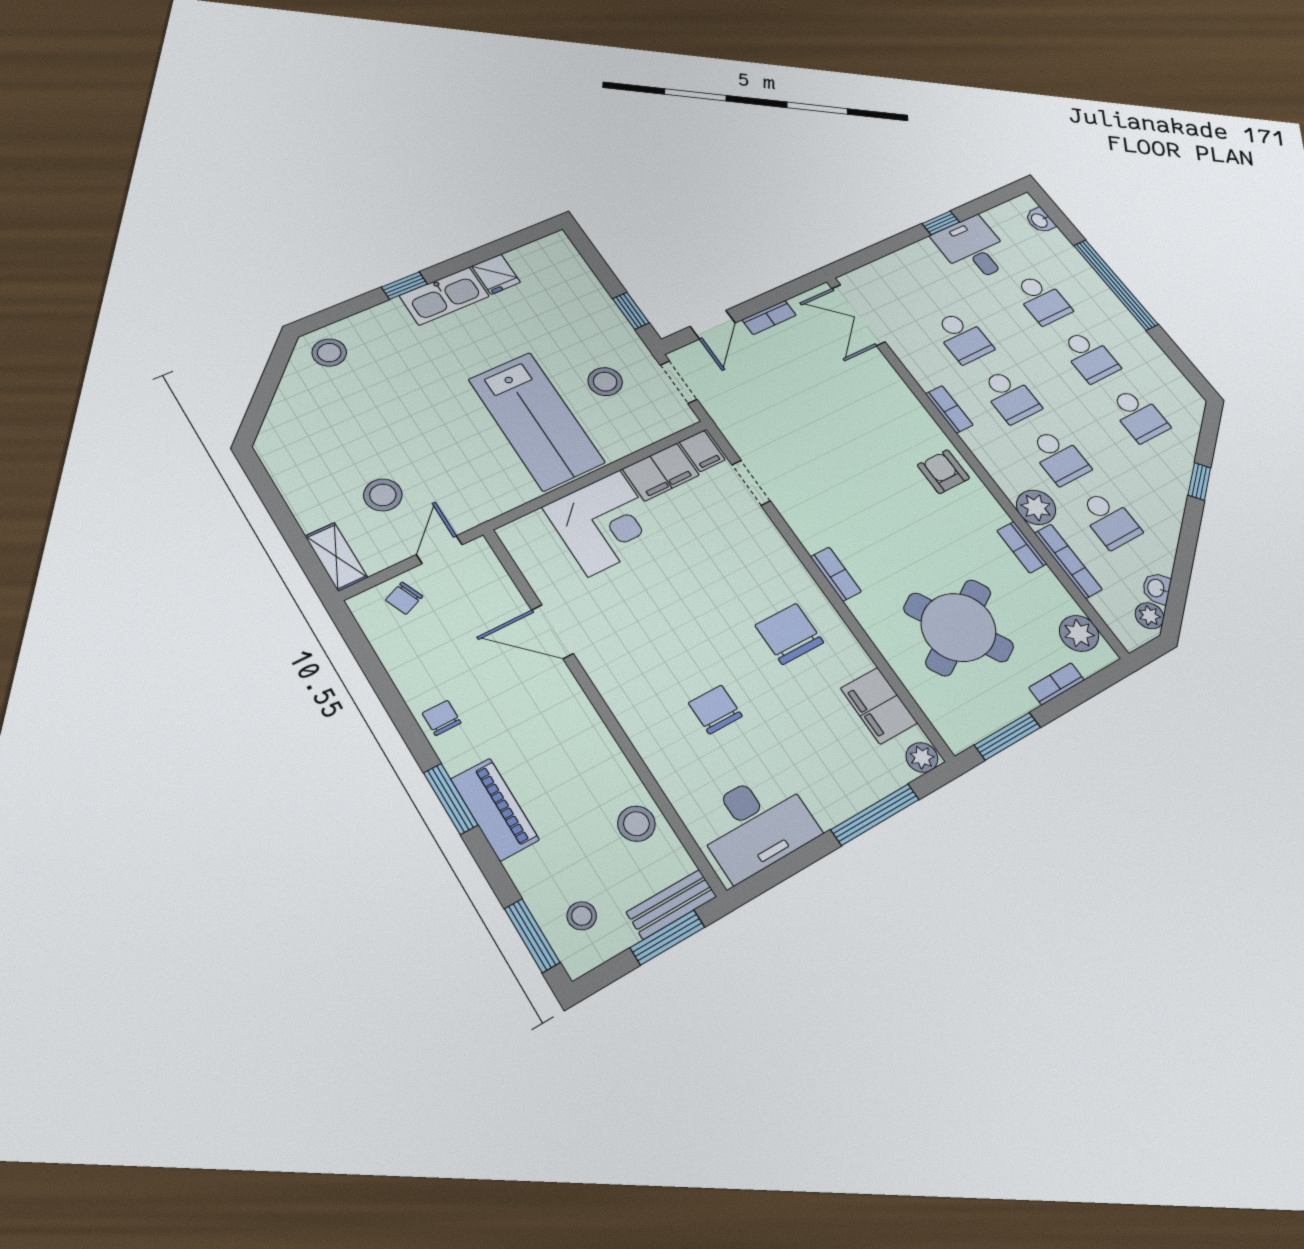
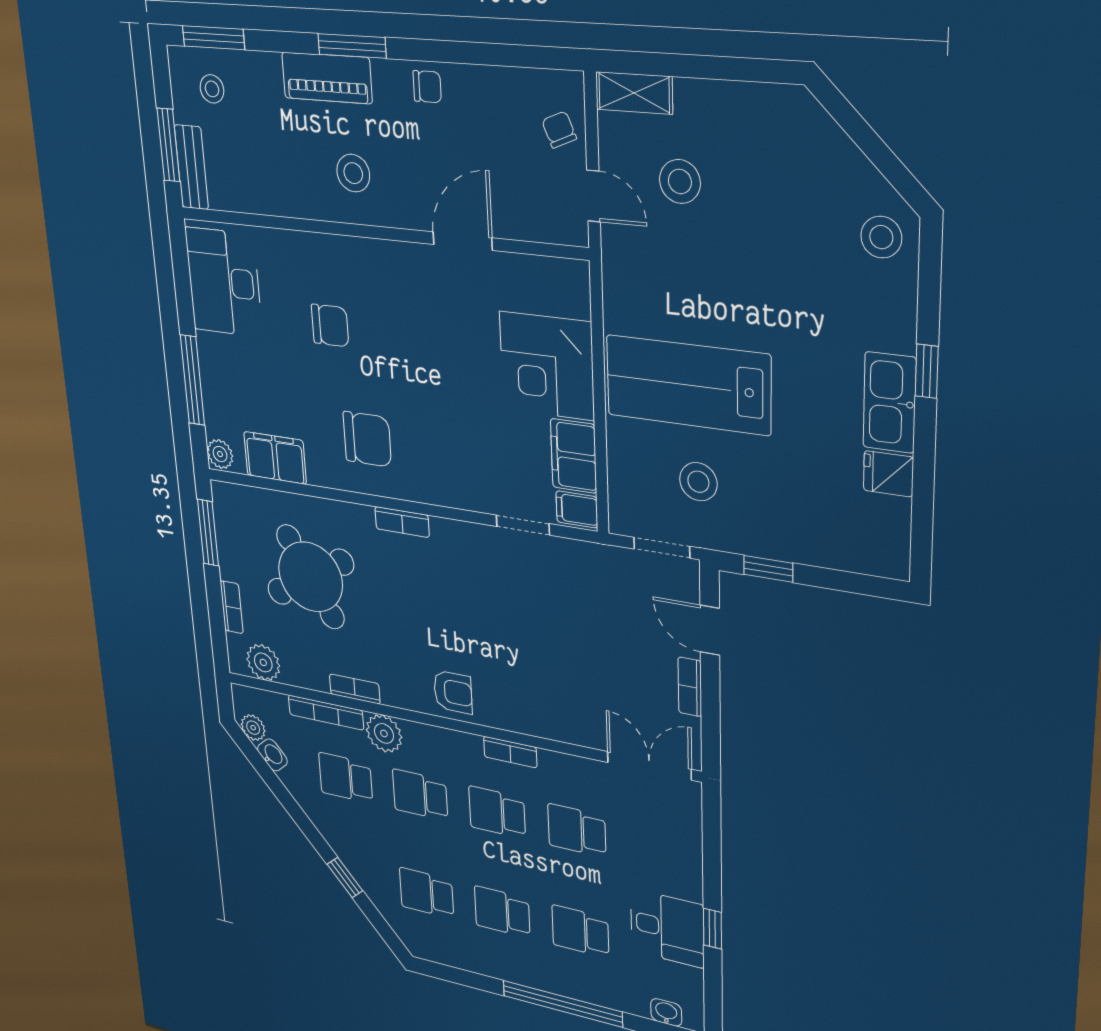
stool: (636, 824) -> (353, 173), moved

